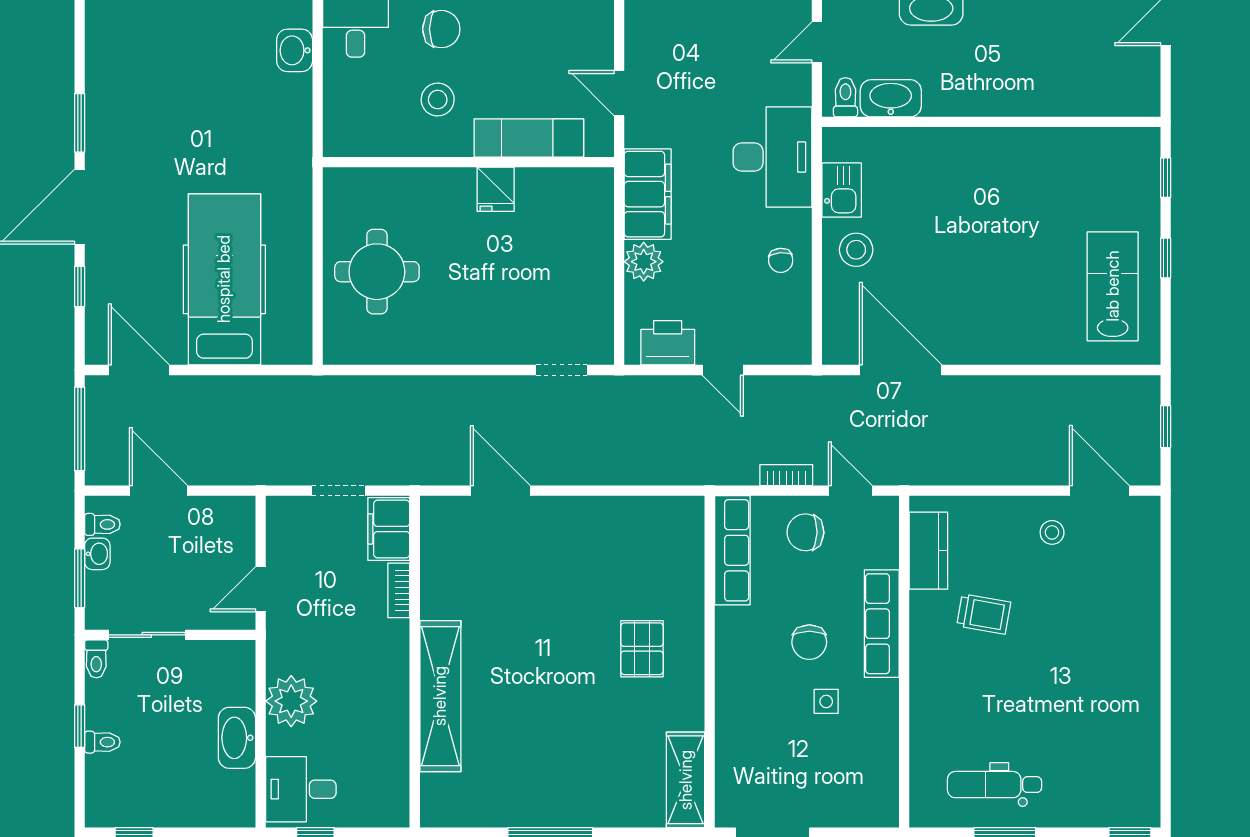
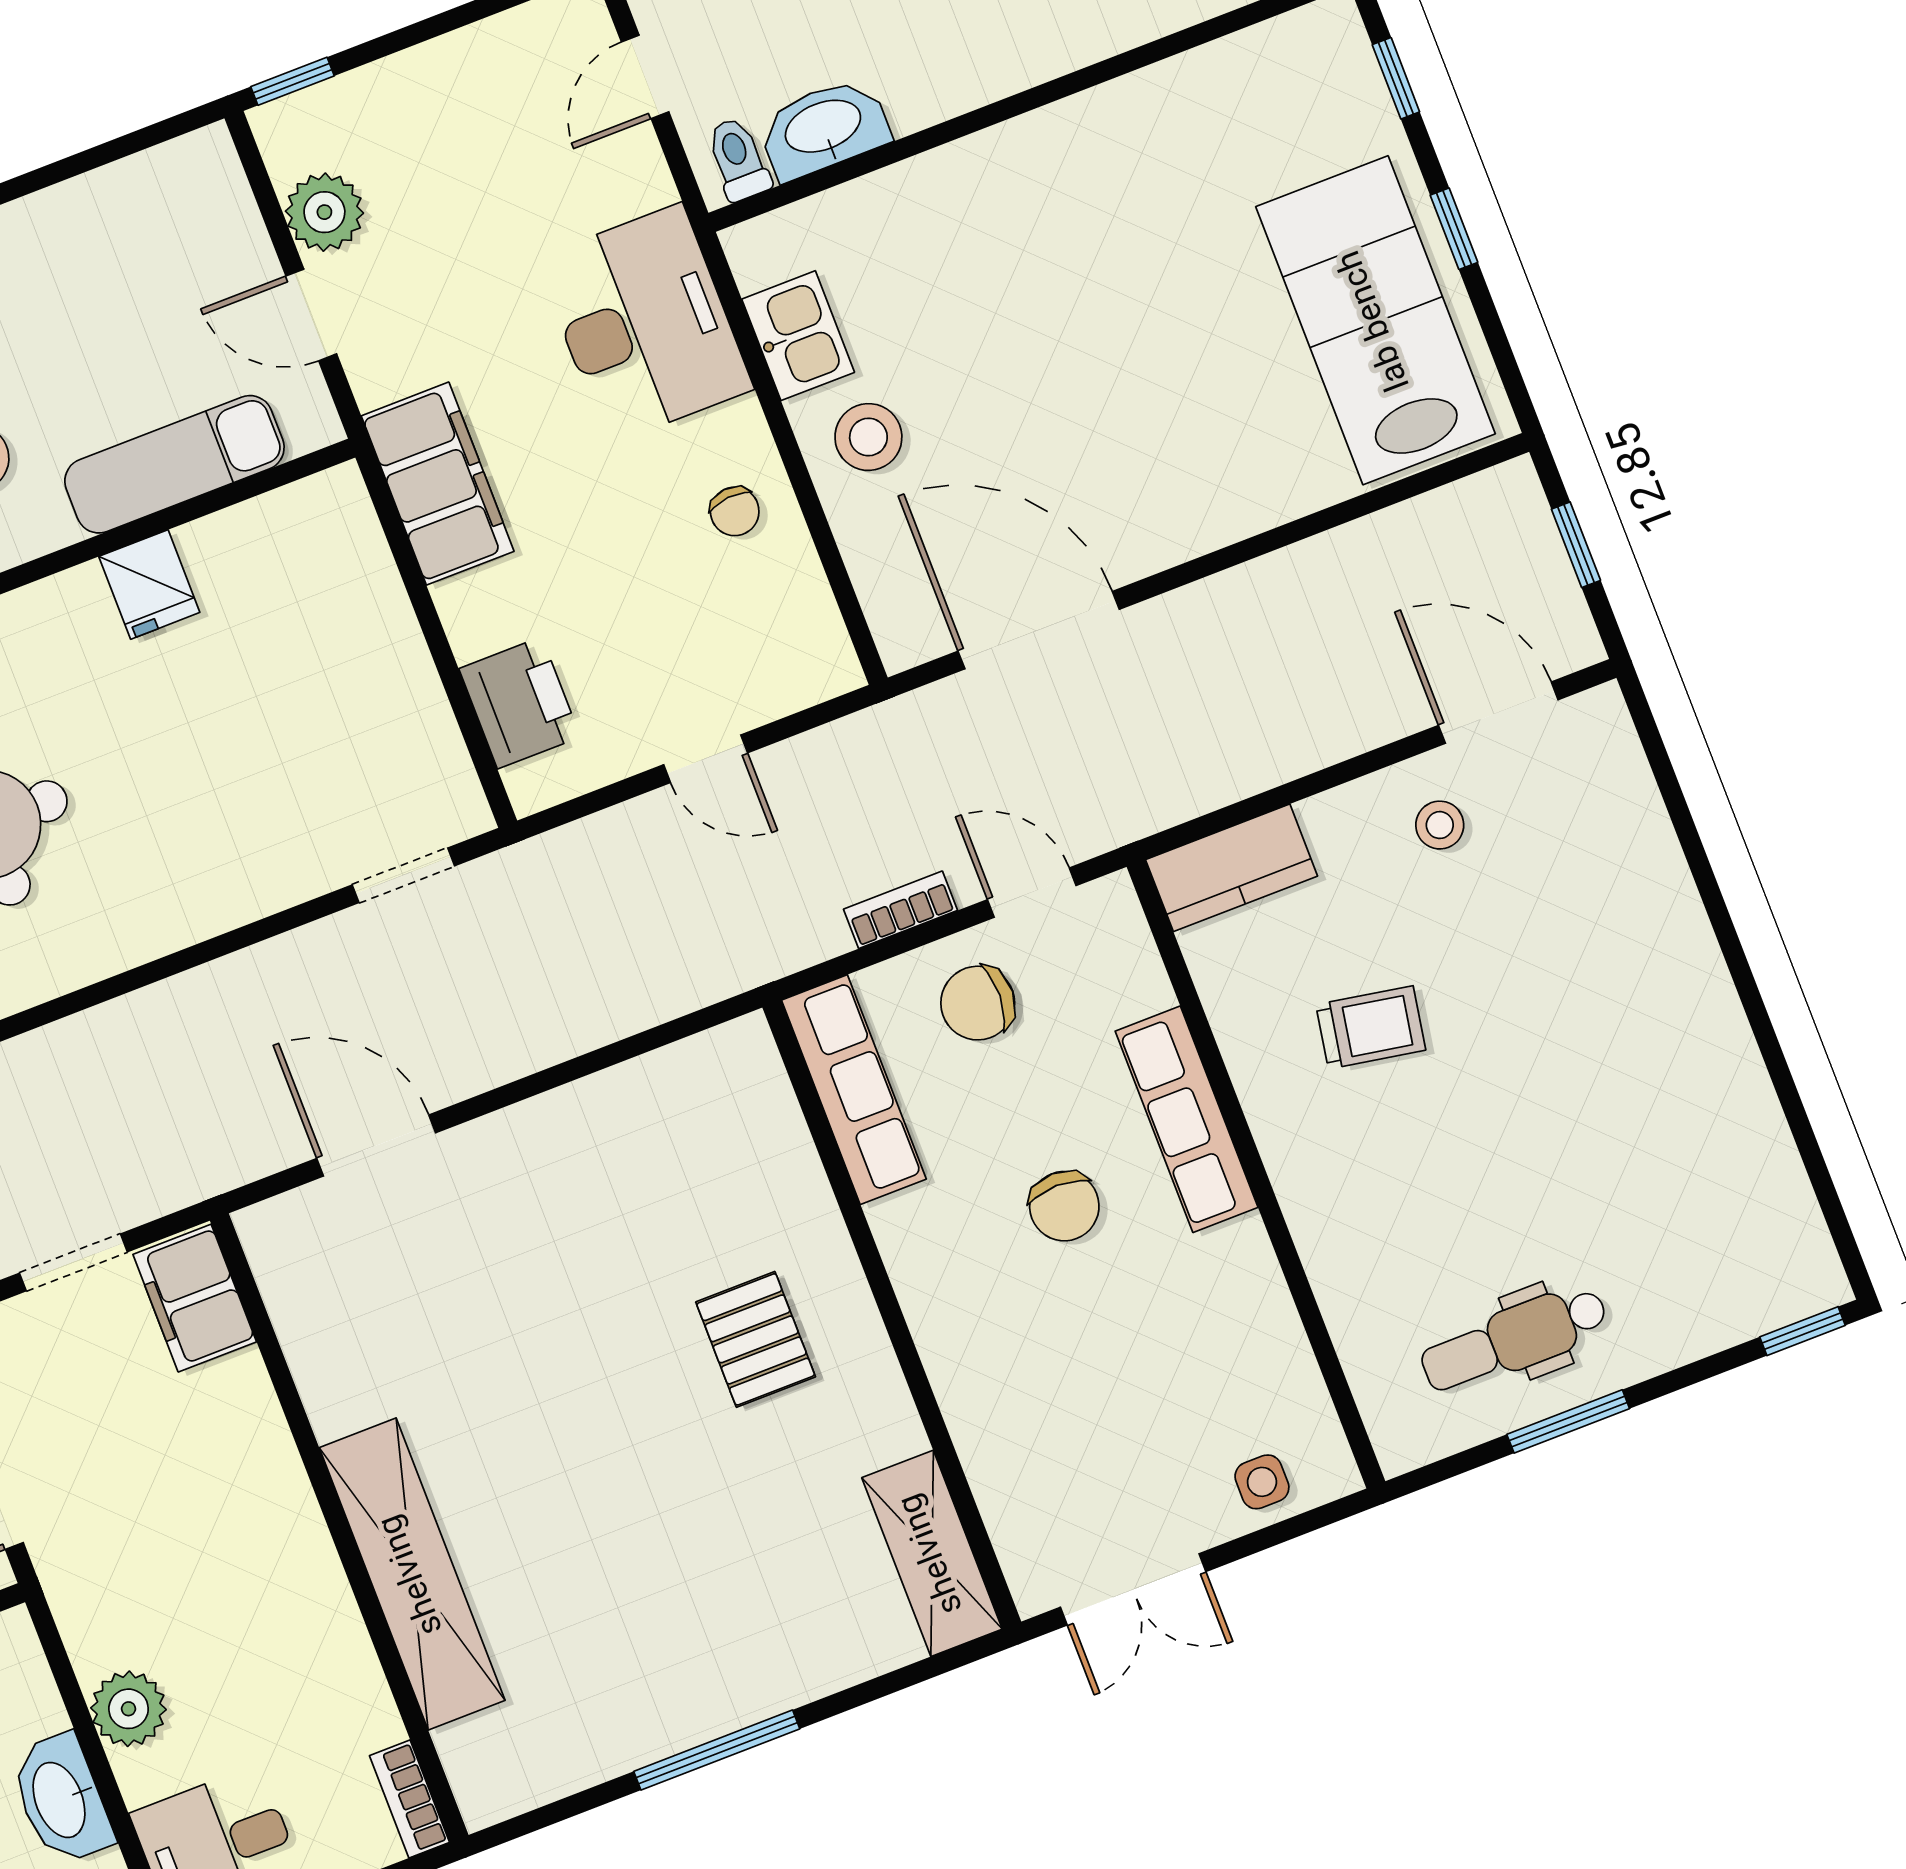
plant: (644, 262) -> (324, 212), moved
lab bench: (1113, 286) -> (1375, 320), width x1.36, depth x1.39
printer: (668, 343) -> (520, 703), moved, turned 90
kitchen counter: (928, 551) -> (1232, 868), moved, turned 90
bookcase: (399, 590) -> (410, 1799), moved
plant: (291, 701) -> (129, 1709), width x0.73, depth x0.73
side table: (826, 701) -> (1262, 1482), moved

